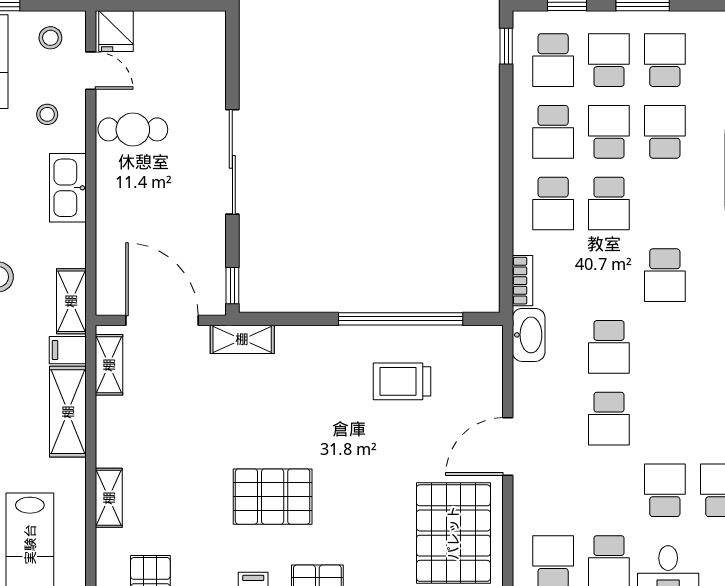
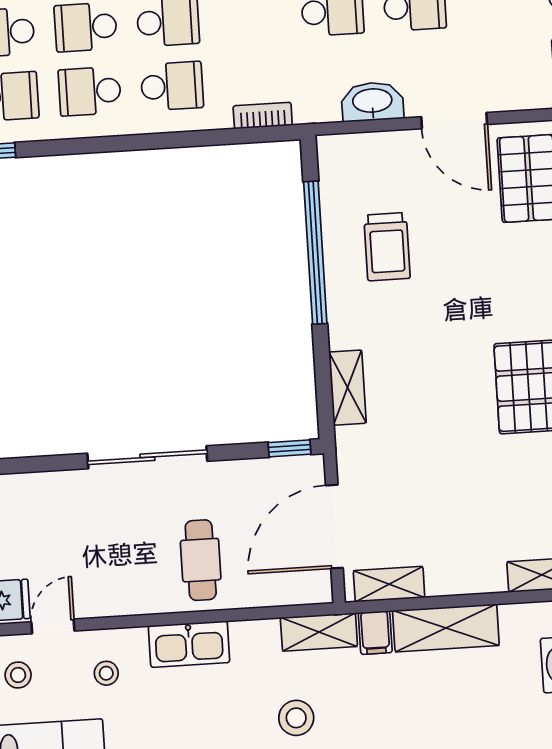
cafe table: (133, 129) -> (201, 560), moved
school desk: (553, 132) -> (90, 91), turned 180
washbasin: (529, 335) -> (372, 102), moved
shelving: (242, 339) -> (348, 388), moved

